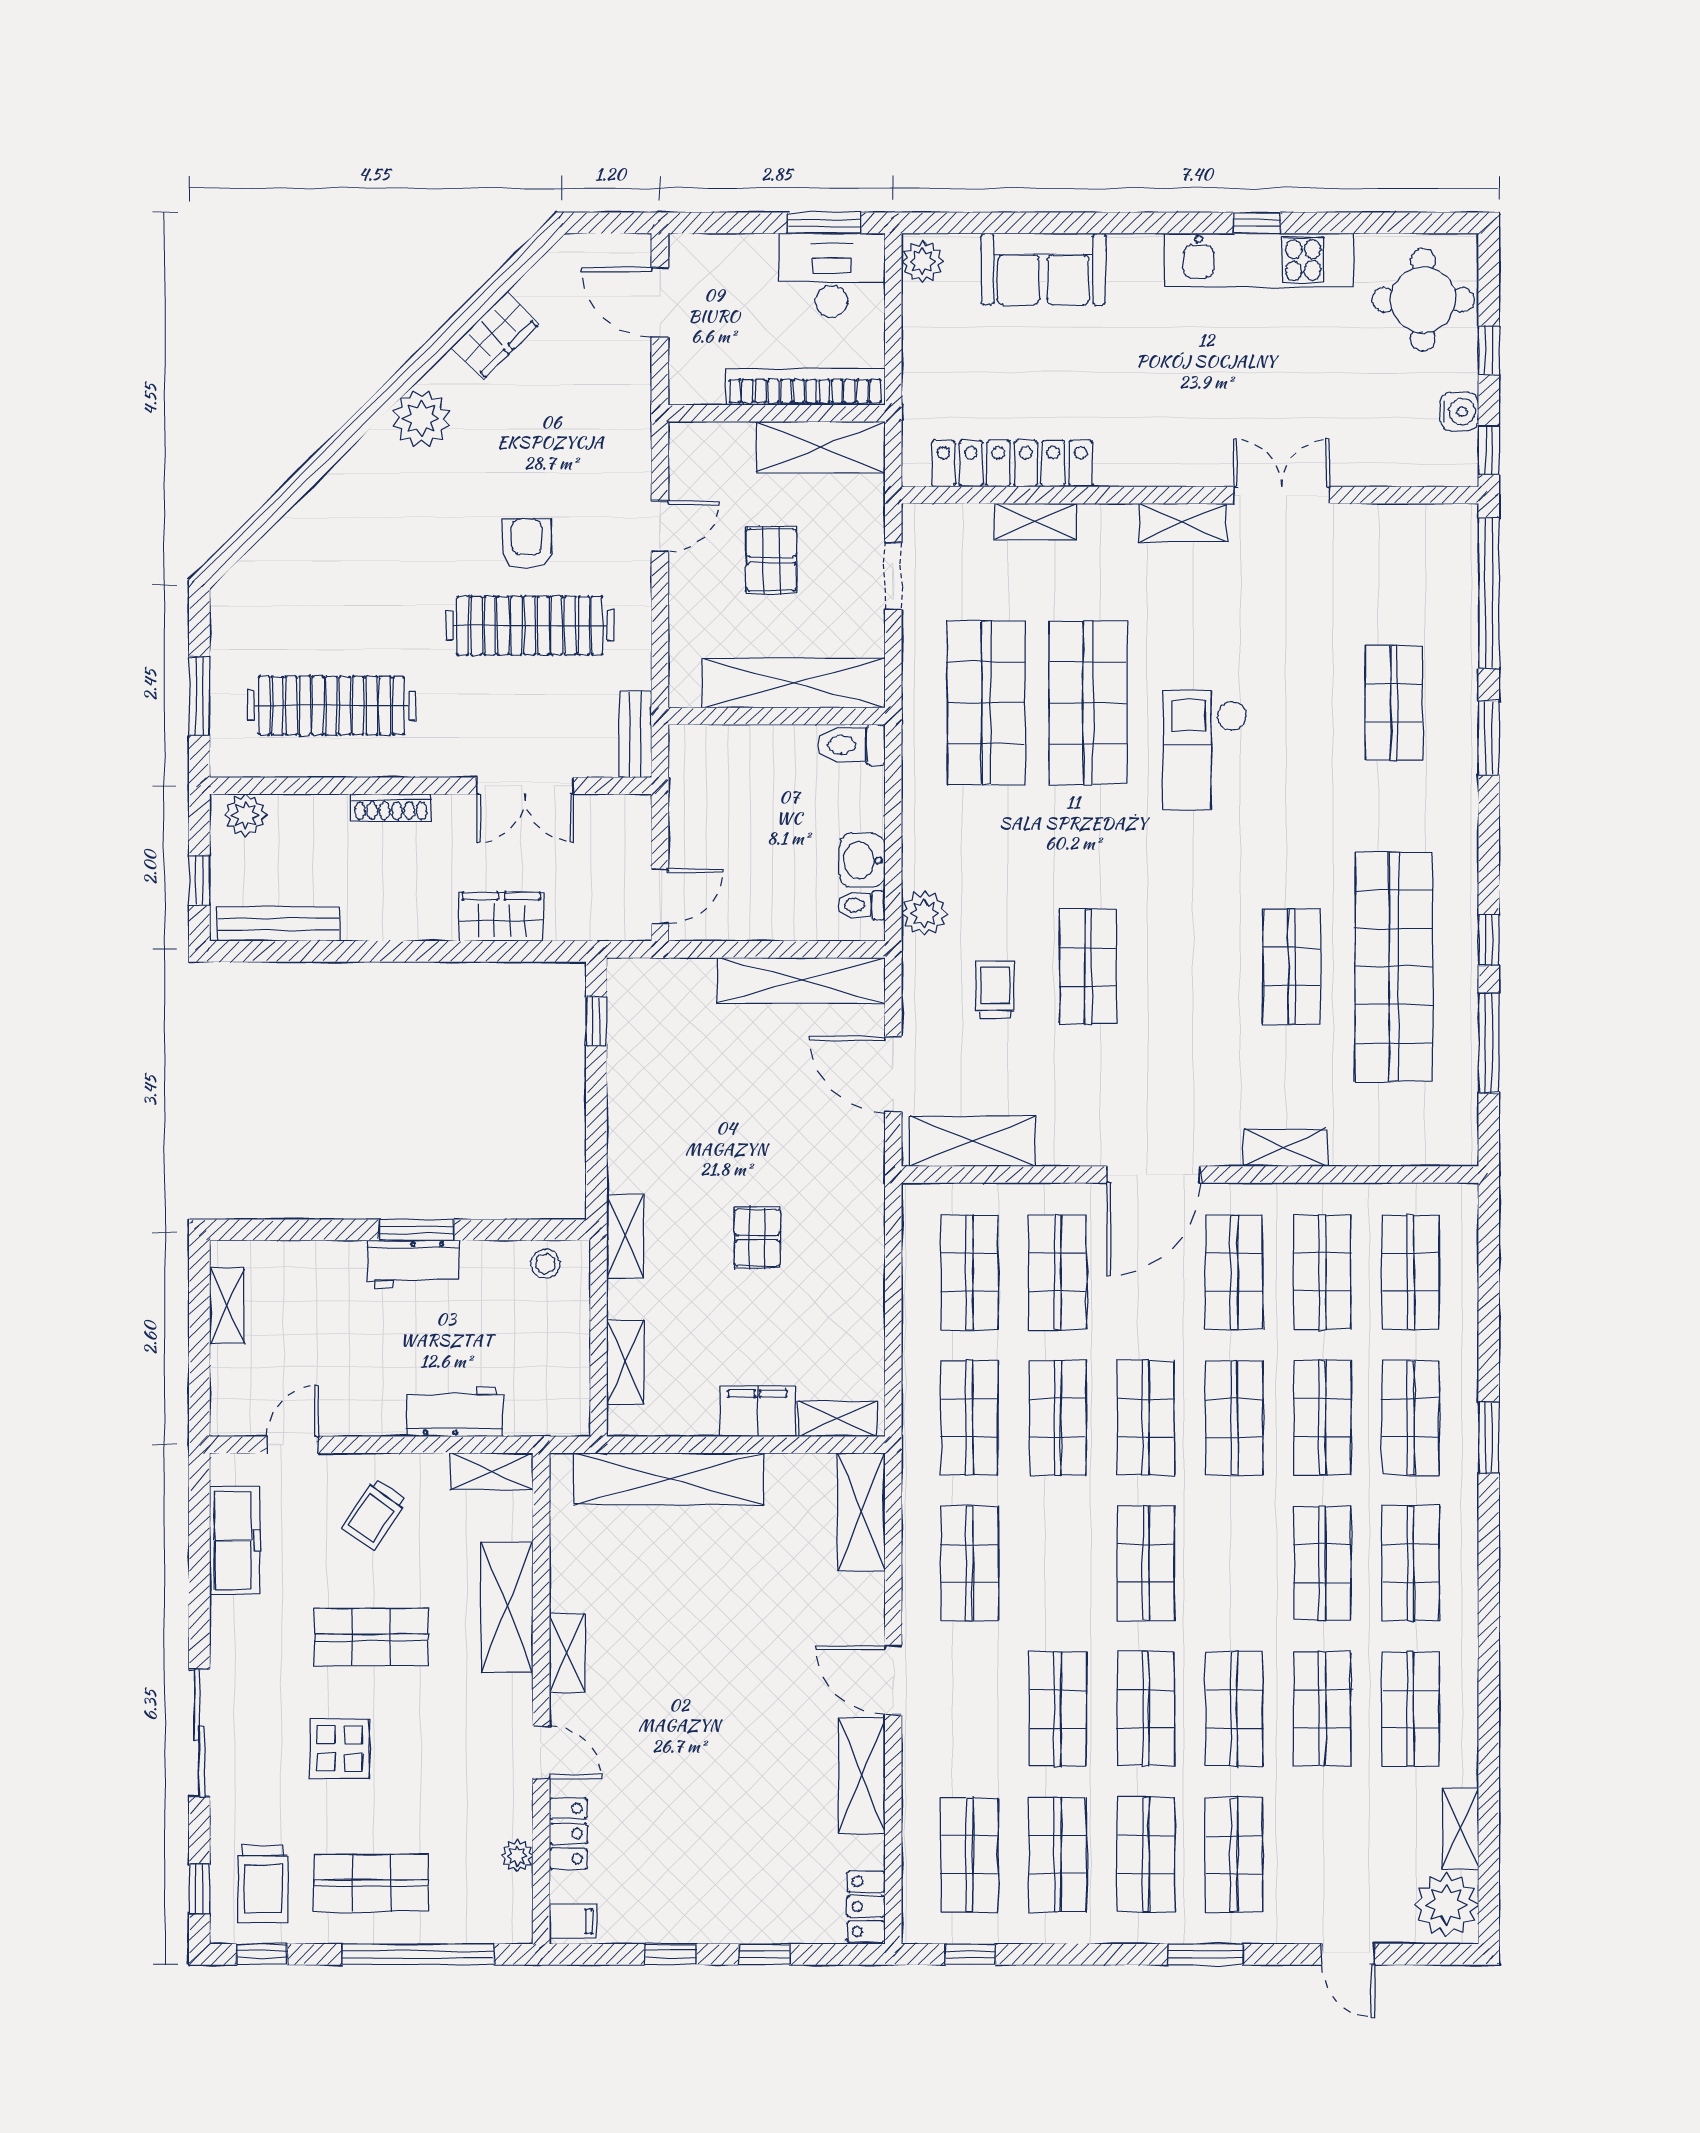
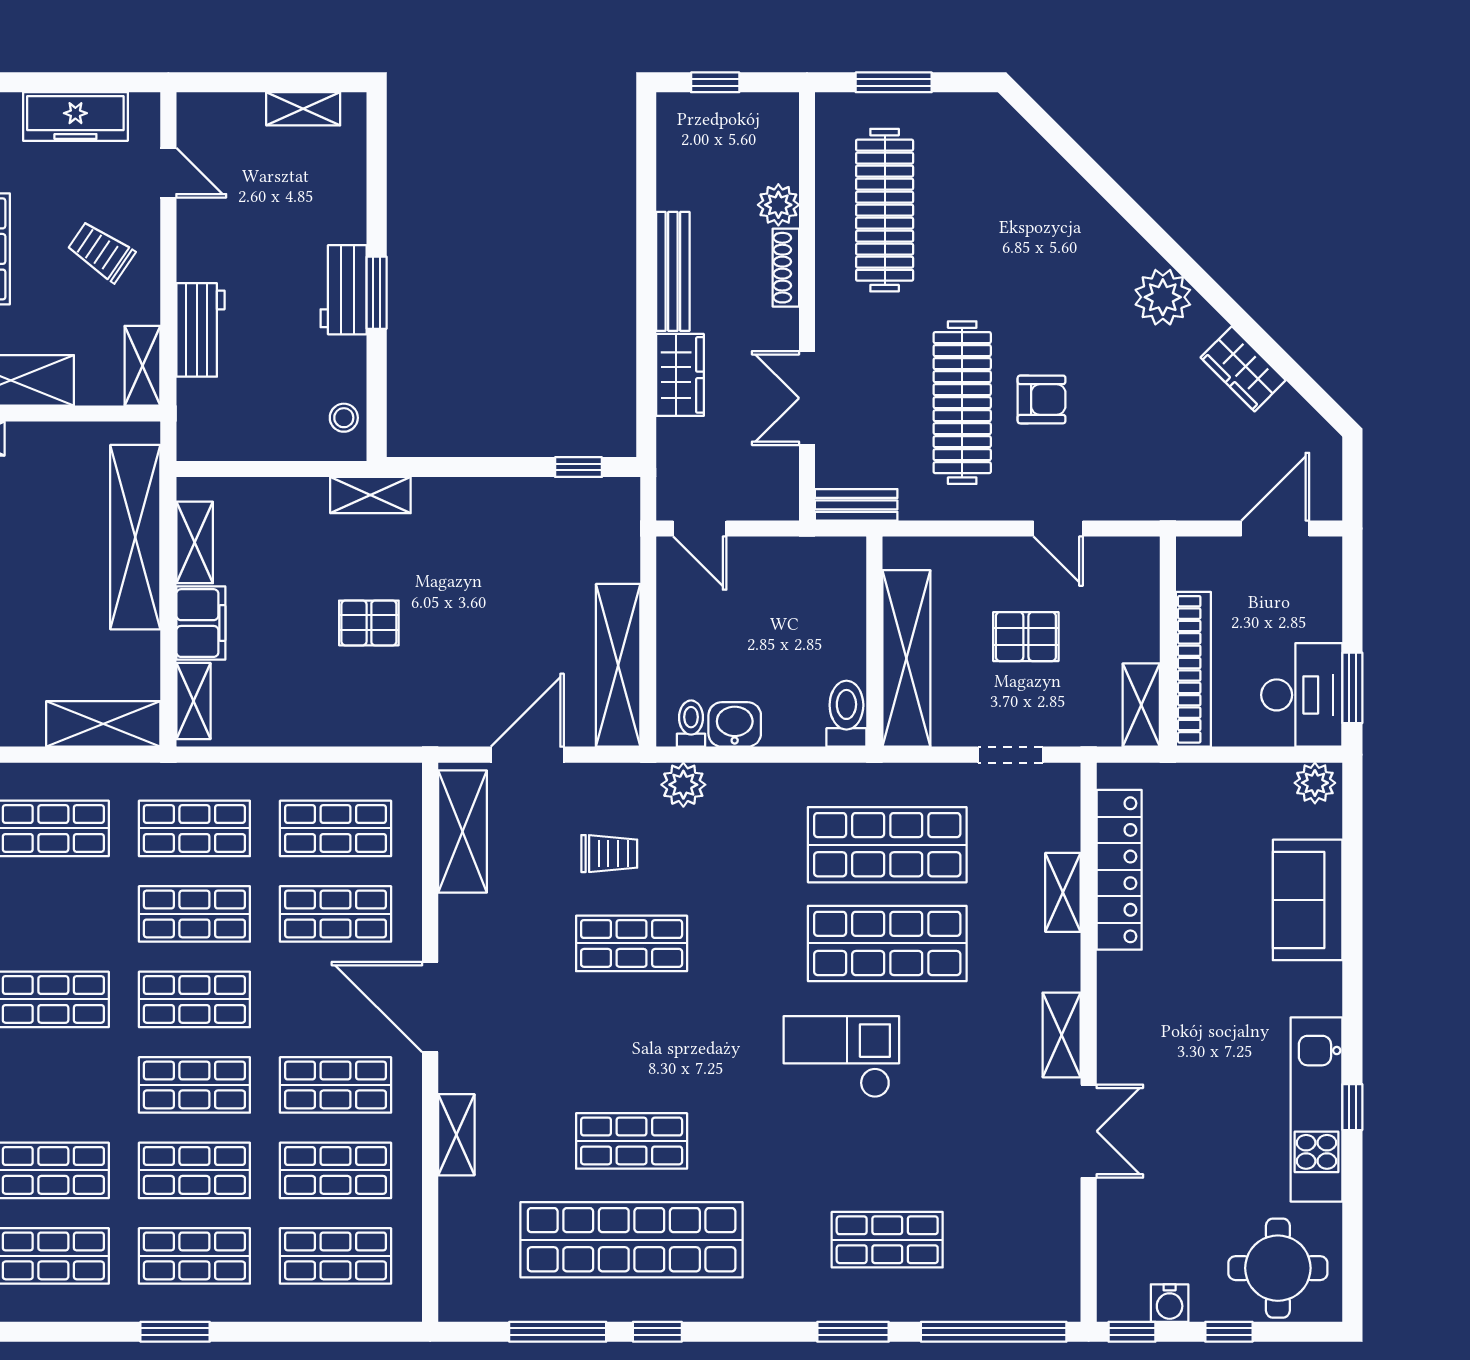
shelving: (821, 447) -> (1141, 705), width x0.67, depth x0.75
plant: (245, 815) -> (778, 205), moved
bench: (279, 924) -> (673, 271), moved
shelving: (626, 1362) -> (195, 542), moved, turned 90

